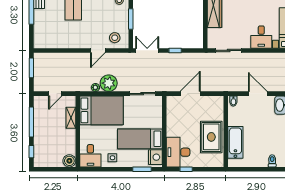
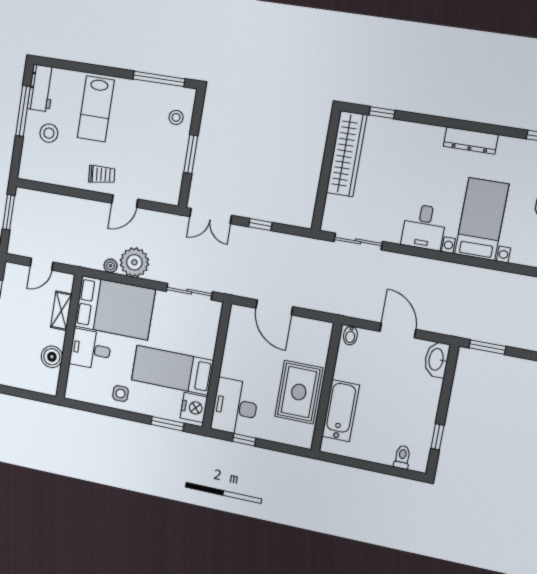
trolley: (82, 38) -> (102, 174), added
stool: (115, 38) -> (49, 133), moved
double door: (147, 50) -> (211, 216), swing flipped
door: (190, 94) -> (274, 307), swing flipped
desk: (90, 156) -> (90, 349), moved, turned 90
boiler: (69, 161) -> (52, 357), moved

